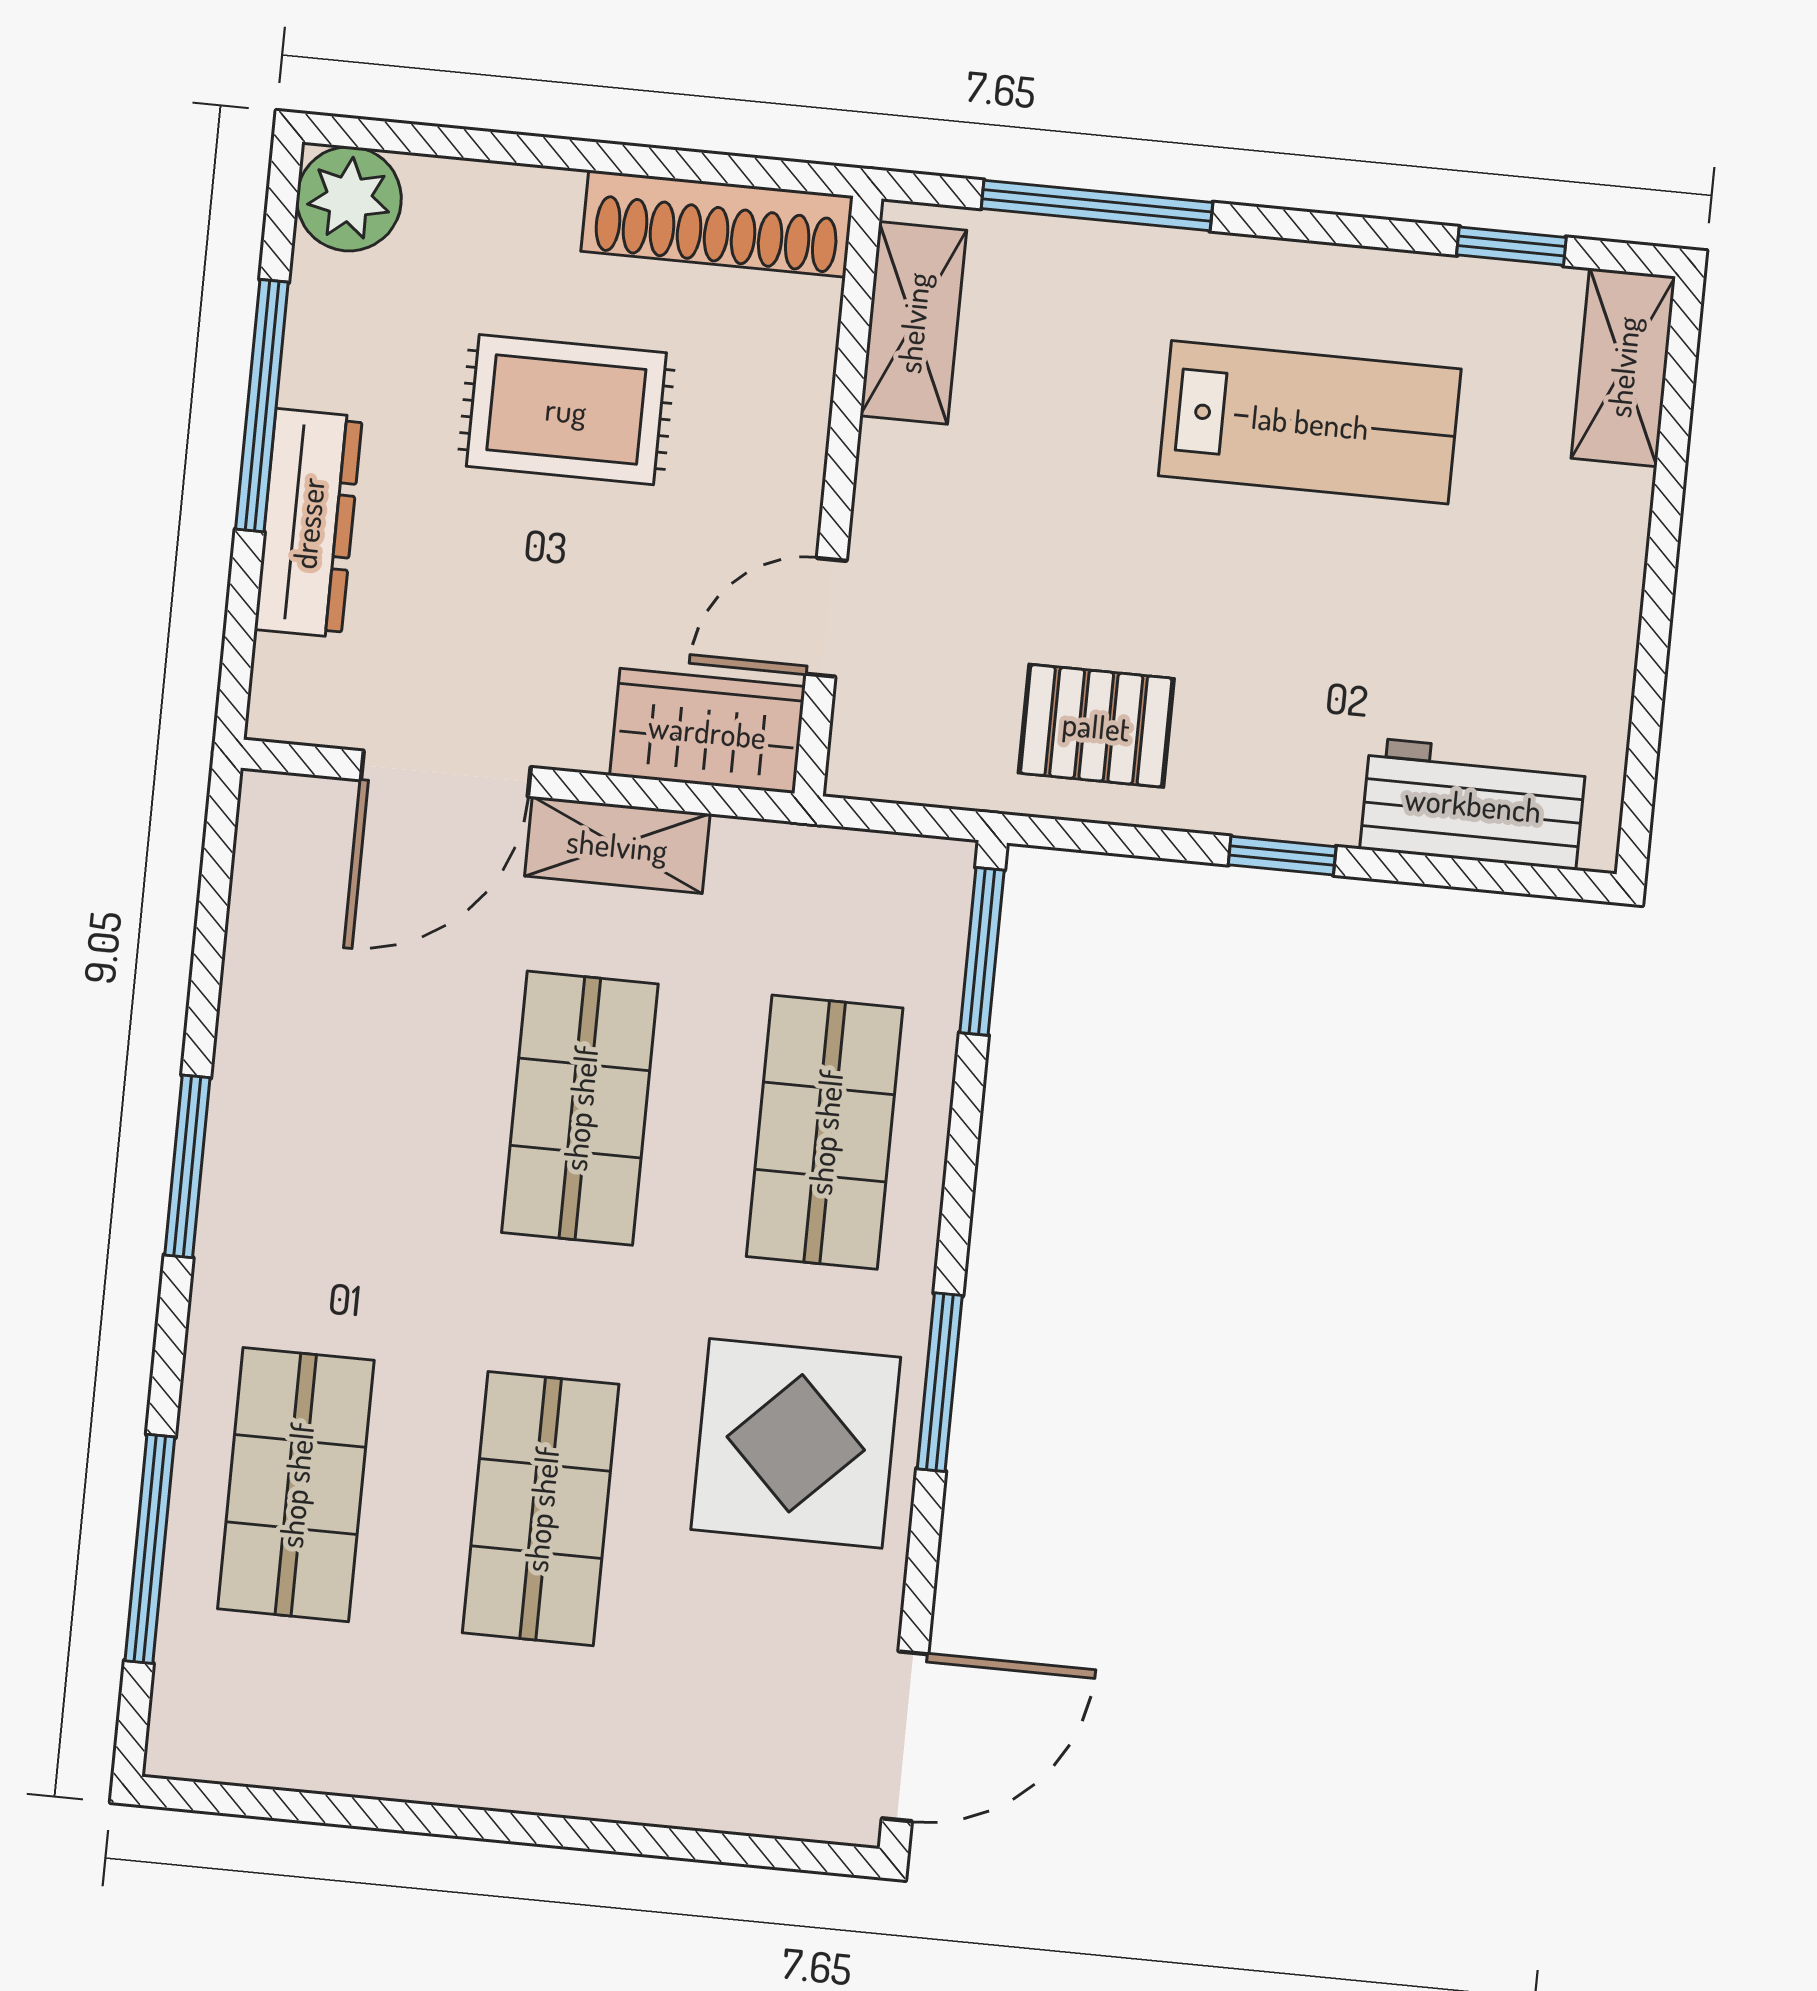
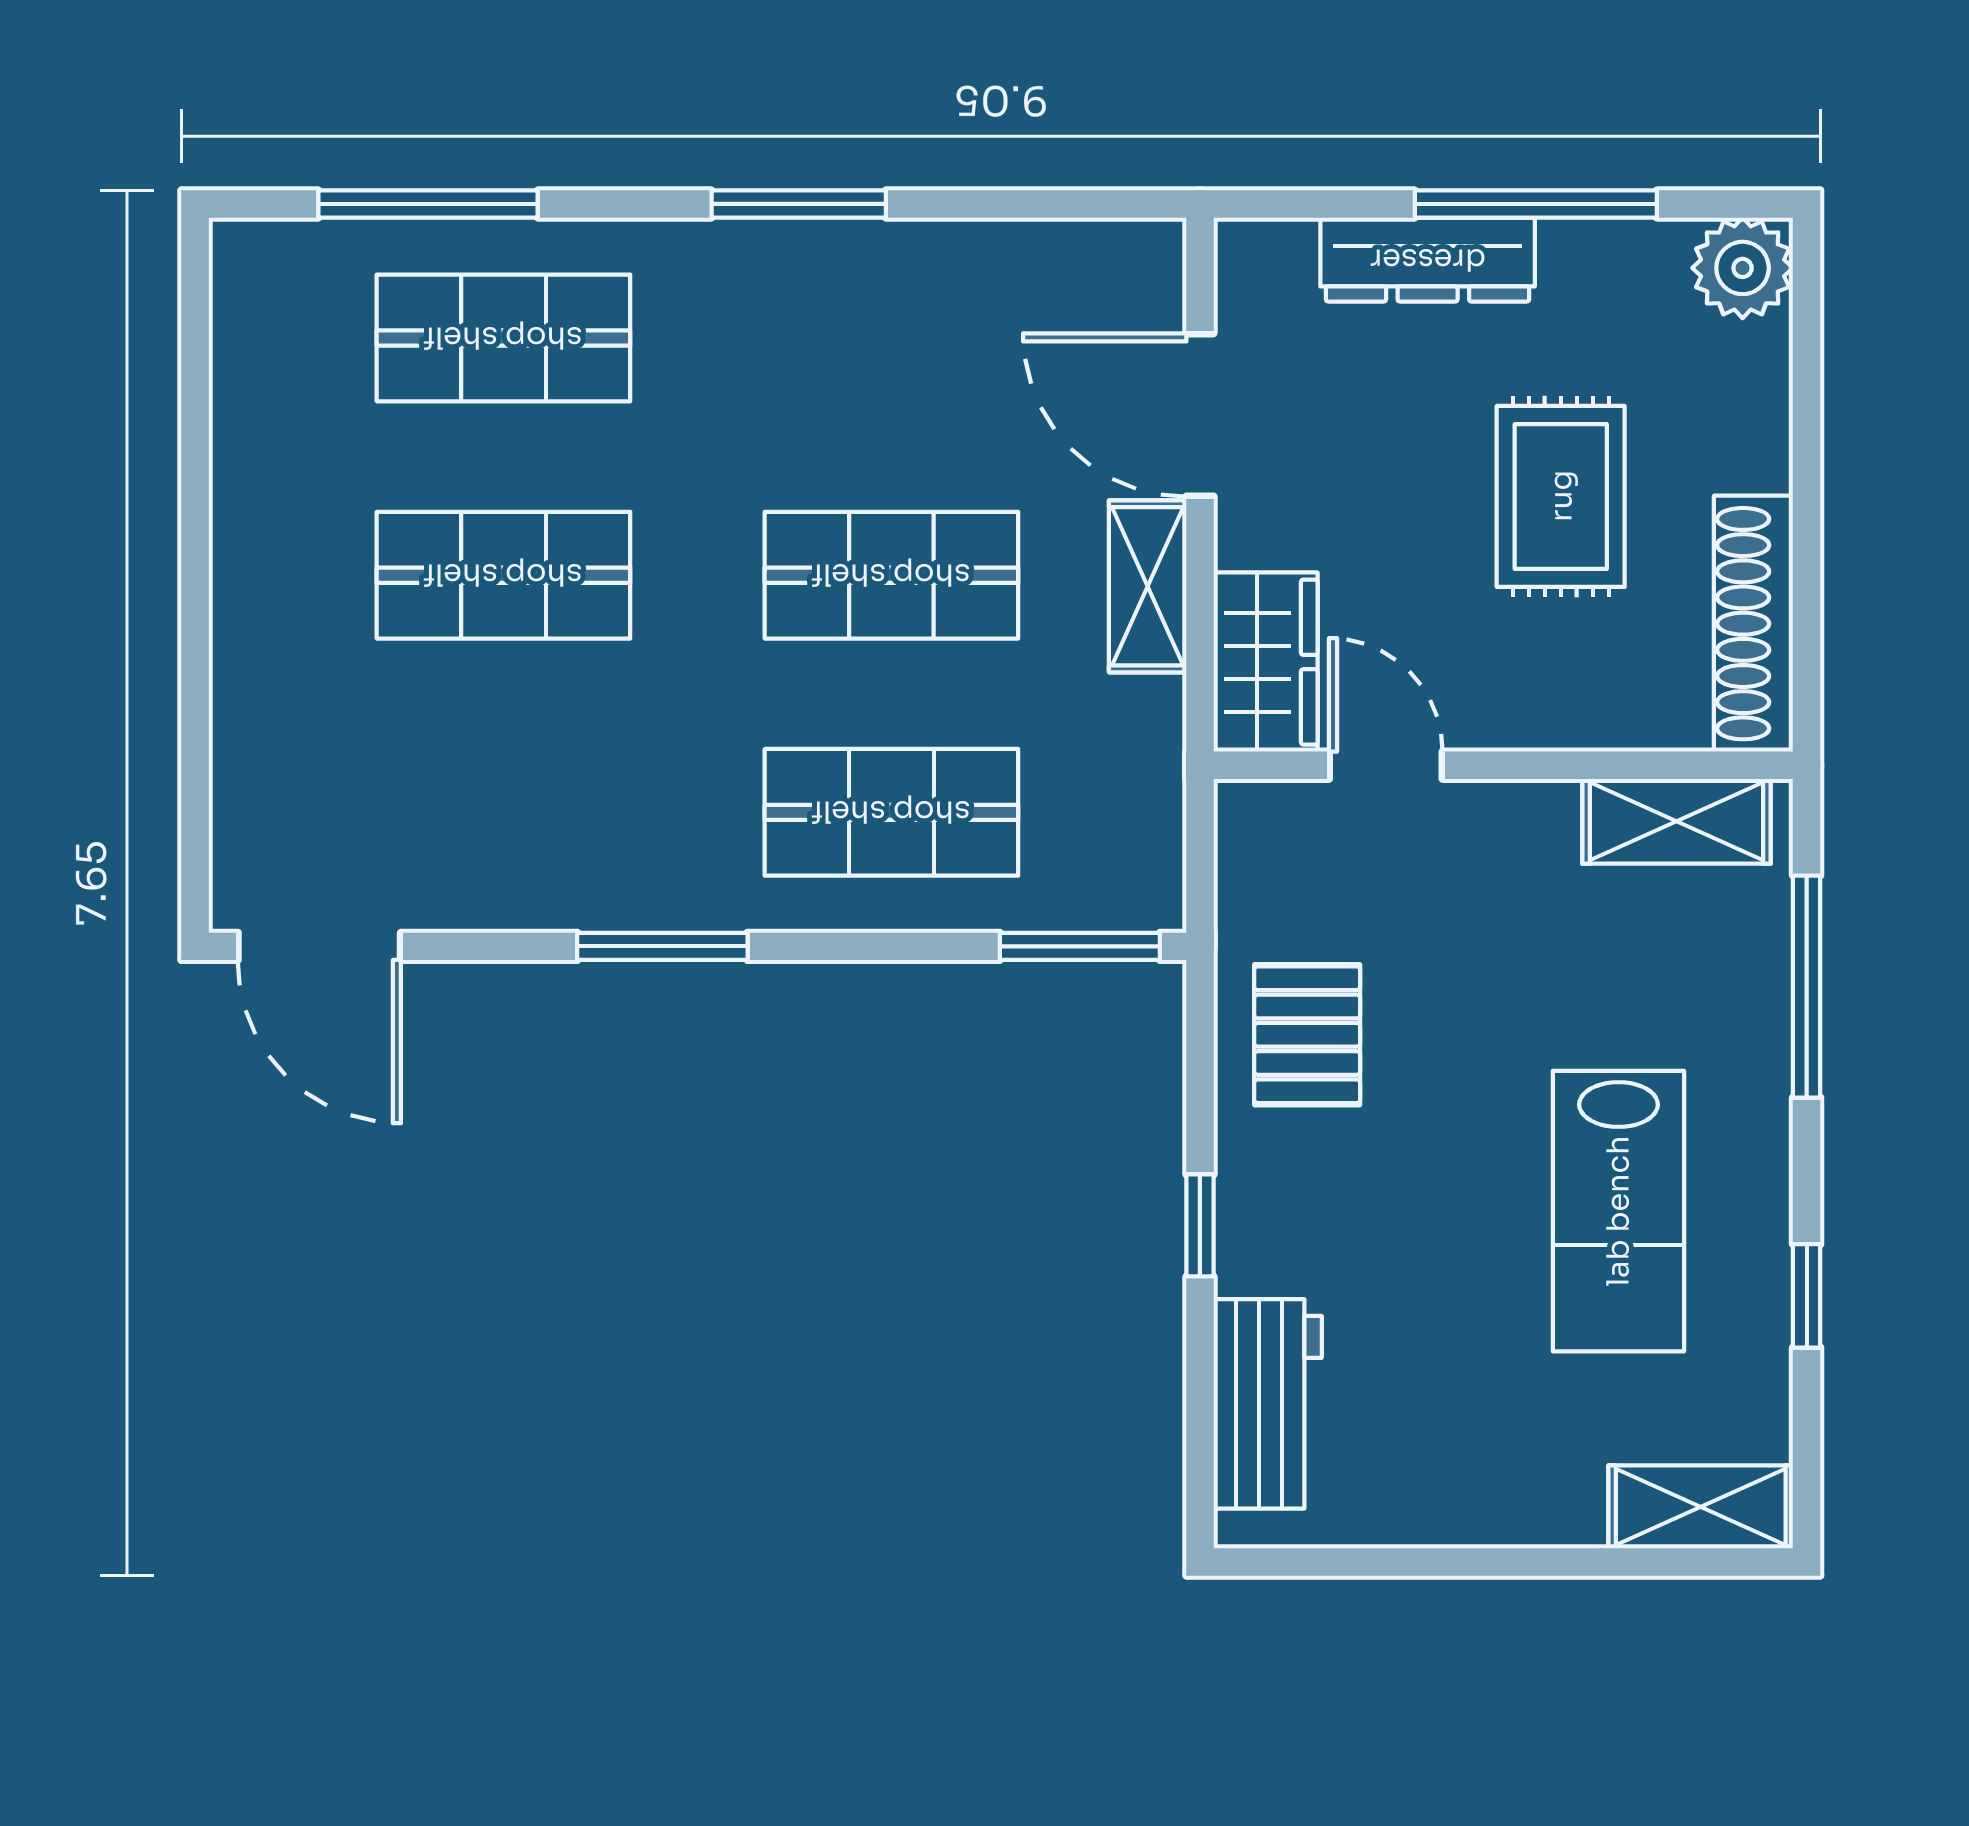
window: (1511, 246) -> (1807, 1296), moved
display table: (796, 1443) -> (590, 814), removed

